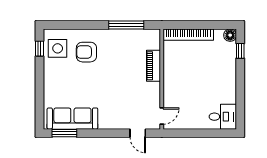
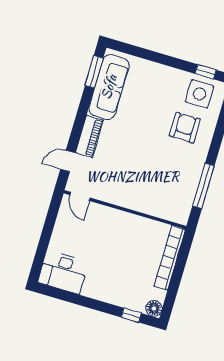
piano: (153, 66) -> (89, 136), moved, turned 90
desk: (223, 117) -> (63, 272), width x1.37

